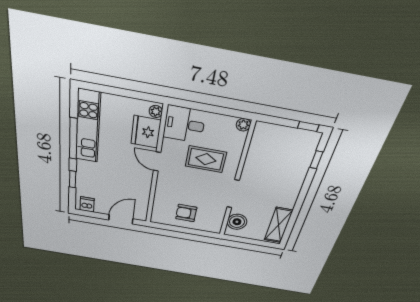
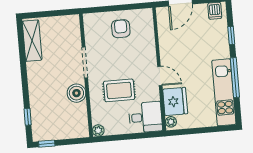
armchair: (186, 213) -> (121, 29), turned -90
boiler: (237, 222) -> (76, 93), moved

